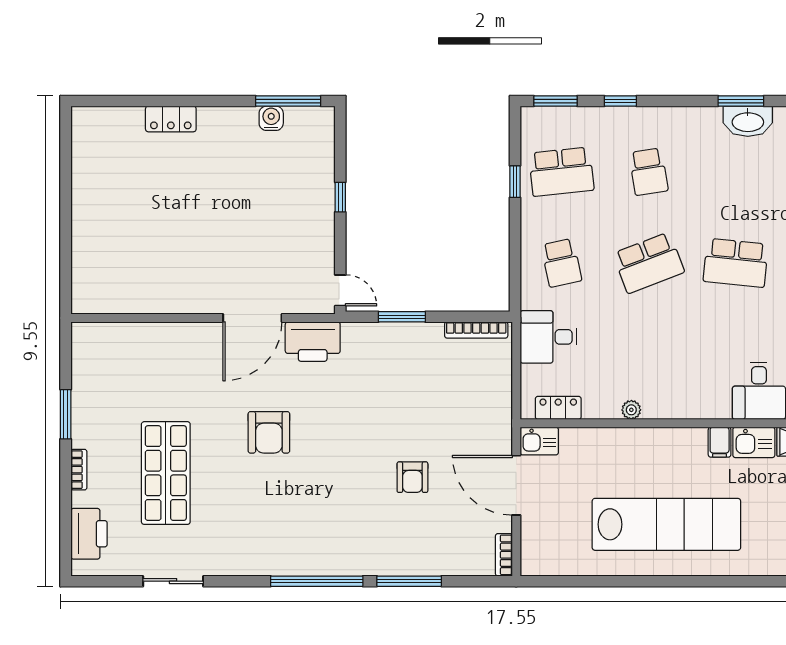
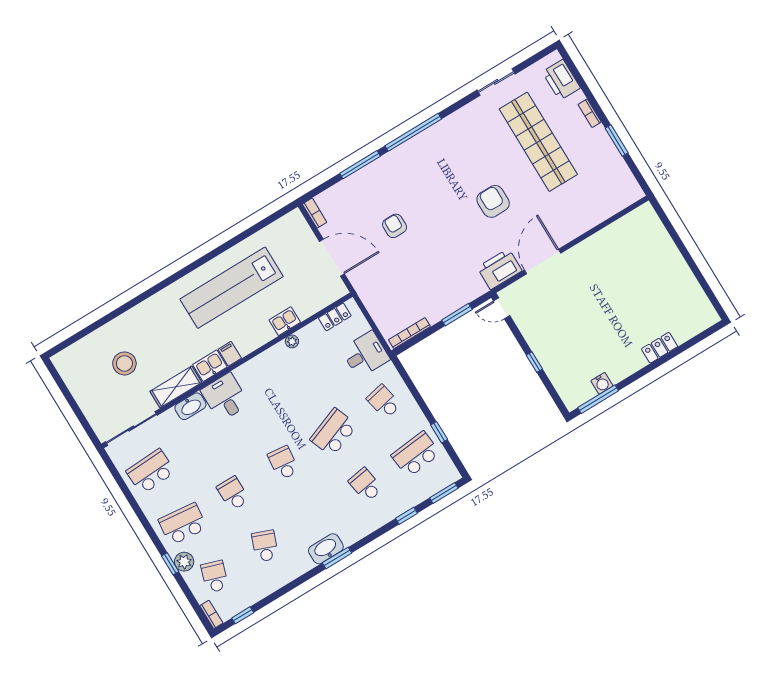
school desk: (736, 263) -> (283, 463), width x0.54
kitchen sink: (539, 441) -> (285, 321), moved
shop shelf: (166, 473) -> (538, 142), width x1.40

